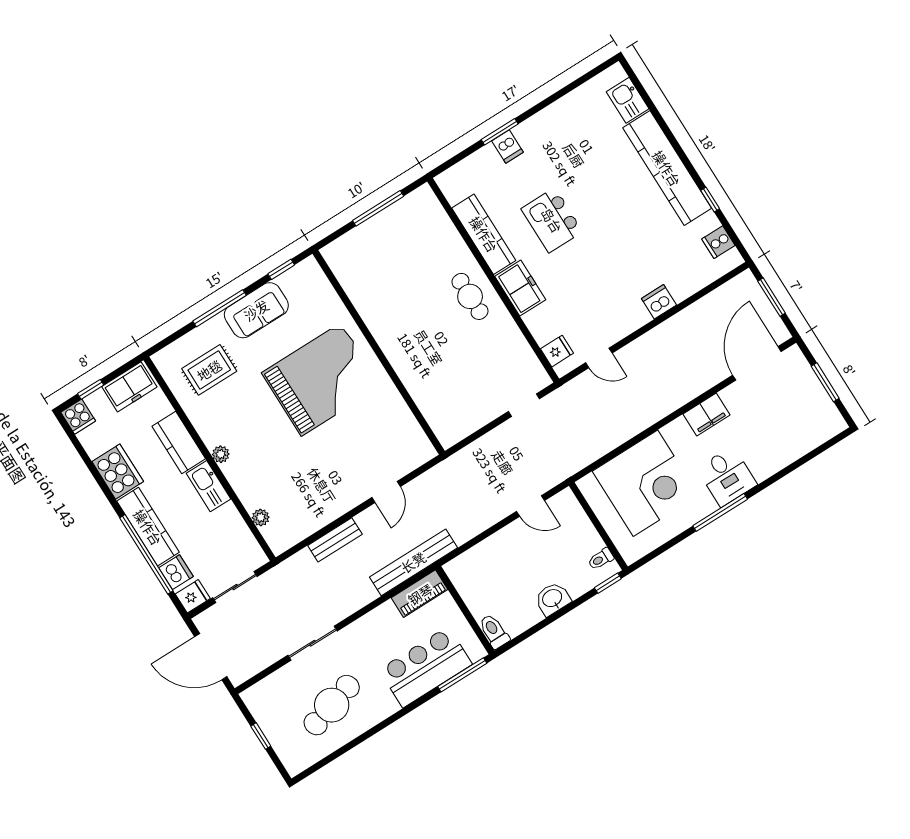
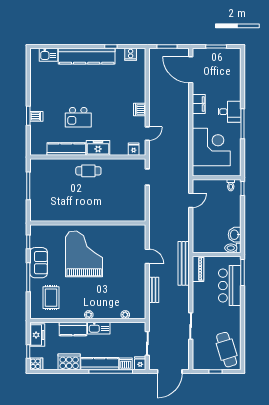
dishwasher: (659, 302) -> (140, 110), moved
washbasin: (553, 599) -> (235, 235), moved
cafe table: (332, 705) -> (227, 350), moved

